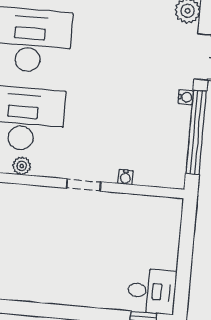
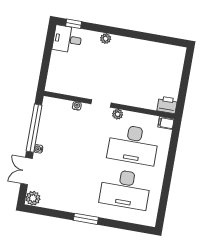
plant: (22, 166) -> (118, 114), moved
plant: (86, 298) -> (106, 39), added

